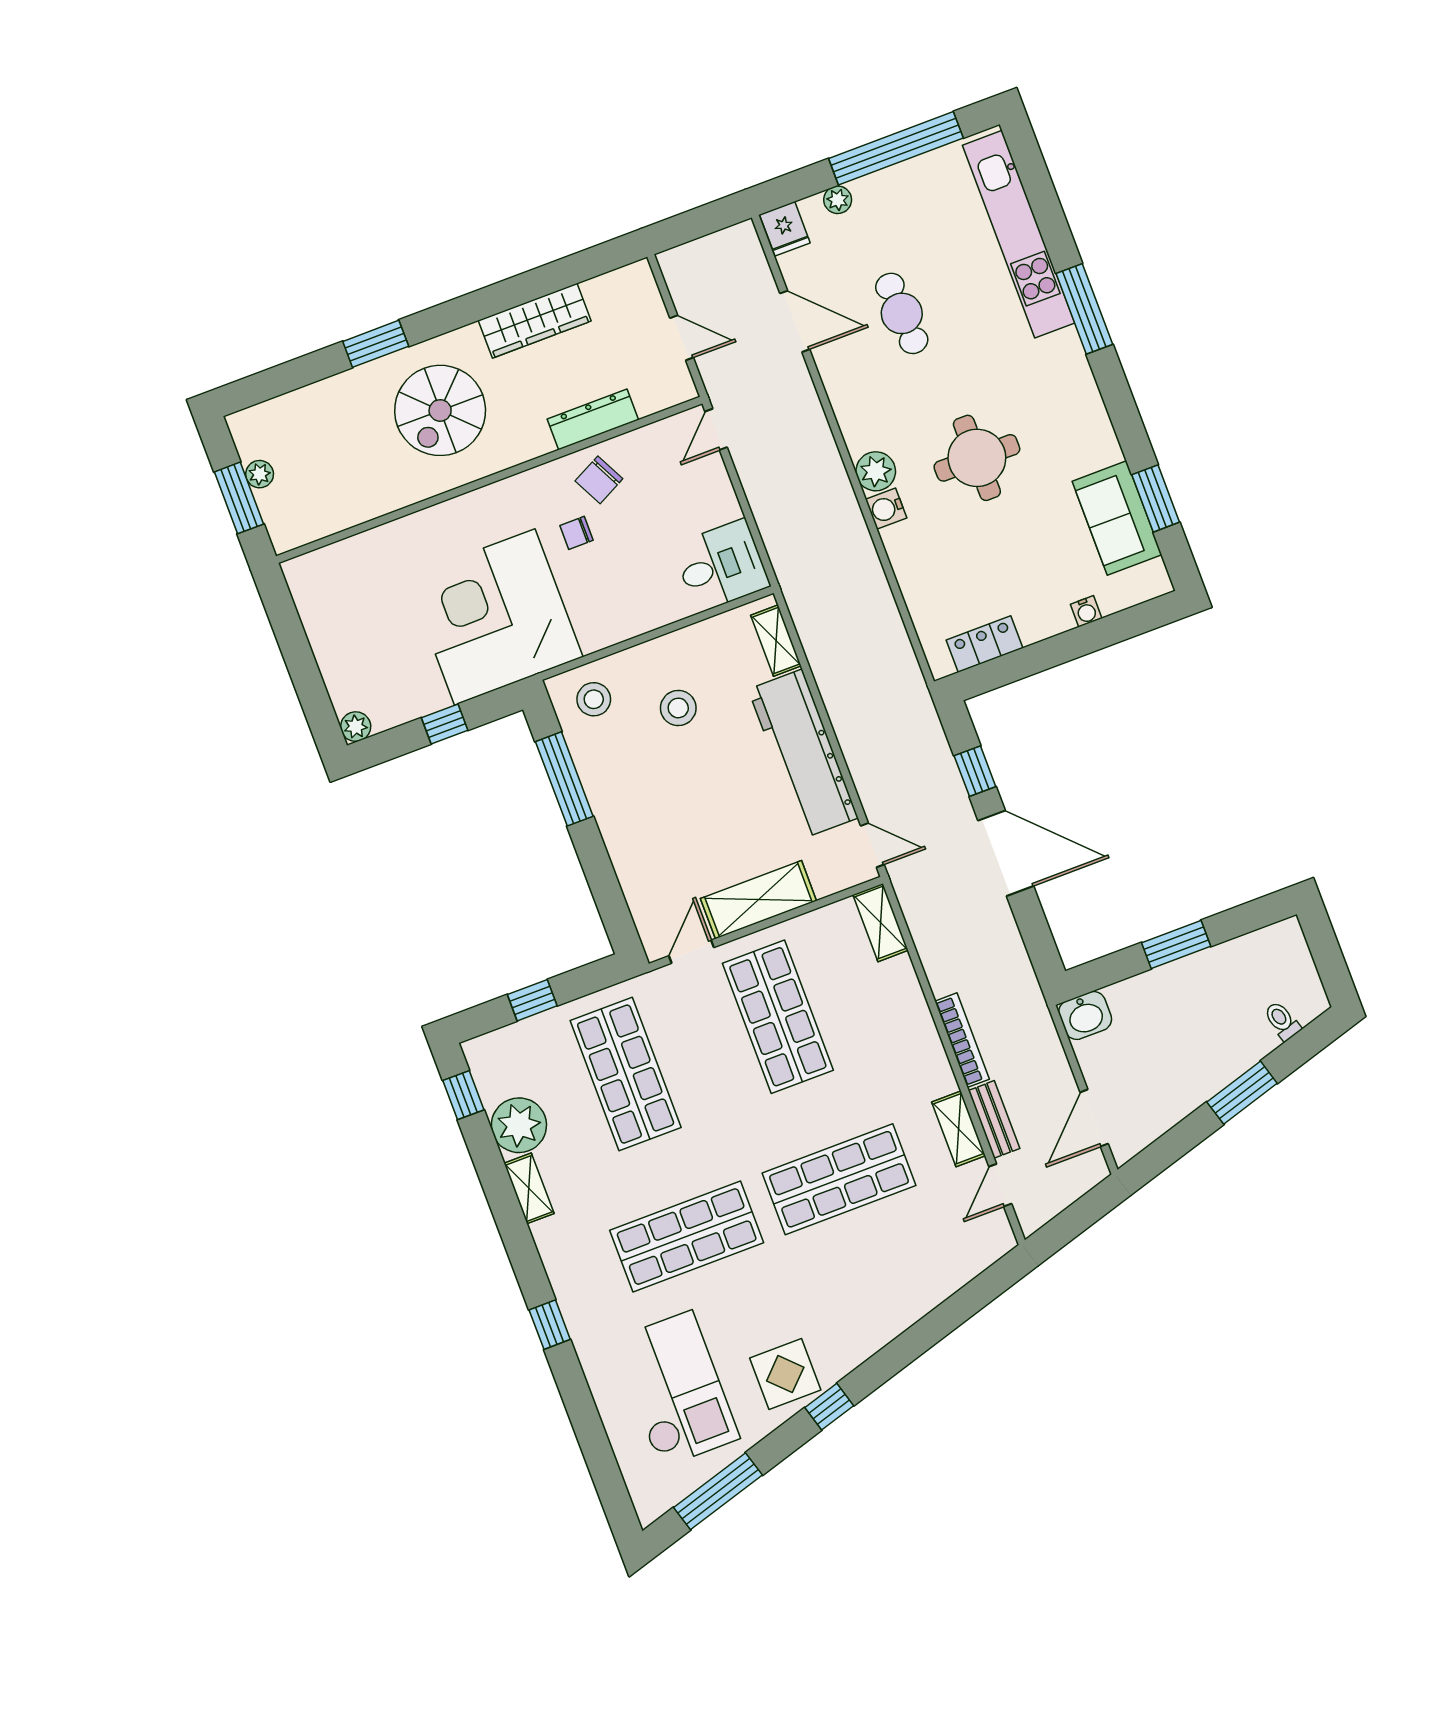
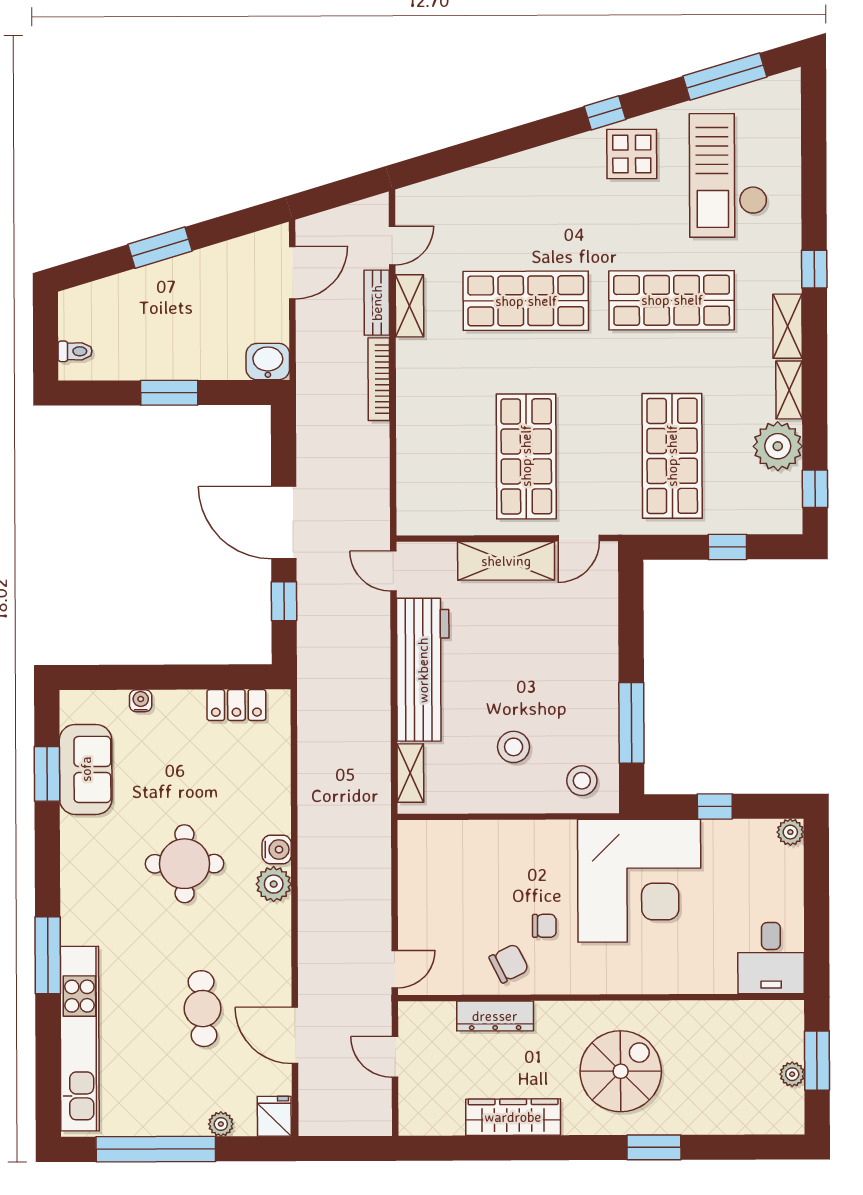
desk: (721, 566) -> (771, 958), moved, turned -90
shelving: (880, 923) -> (787, 326), moved
toilet: (1282, 1021) -> (75, 351), moved, turned -73

